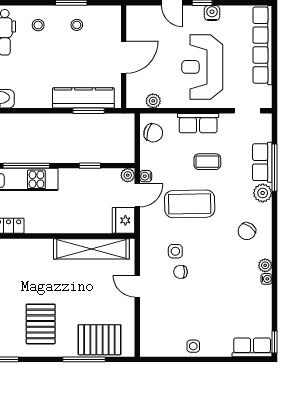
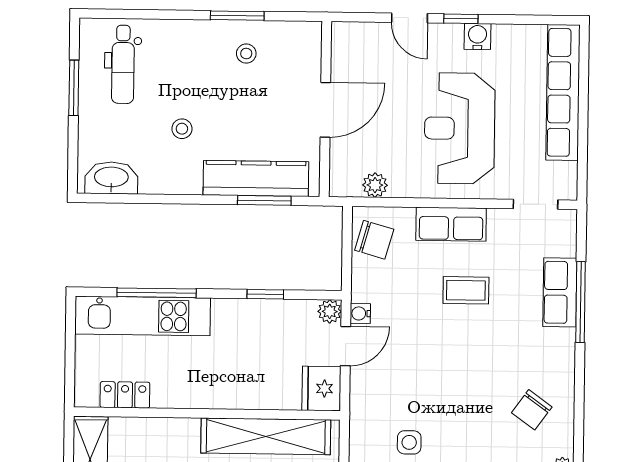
stool: (38, 25) -> (182, 129), moved
plant: (263, 193) -> (560, 345), removed
coffee table: (190, 204) -> (435, 362), removed

